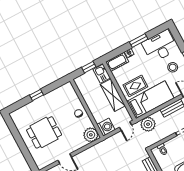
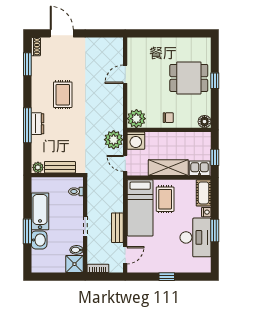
desk: (160, 46) -> (195, 237), moved
stool: (173, 67) -> (163, 253), removed
floor lamp: (68, 87) -> (204, 122), added
plant: (148, 124) -> (114, 140), moved
dining table: (44, 132) -> (189, 78), moved, turned 90

